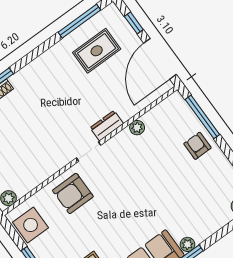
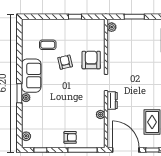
side table: (31, 225) -> (91, 28), removed
armchair: (101, 226) -> (65, 62), added

